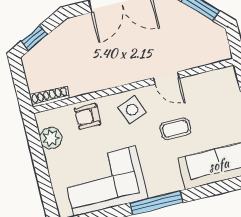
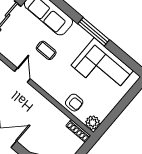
side table: (132, 110) -> (53, 81), removed
plant: (51, 138) -> (93, 123), moved

